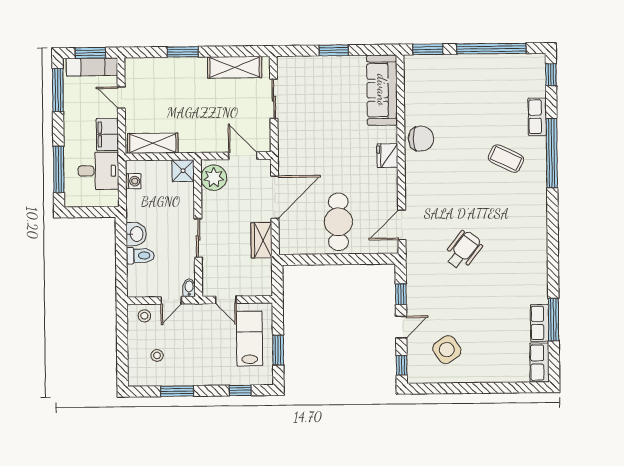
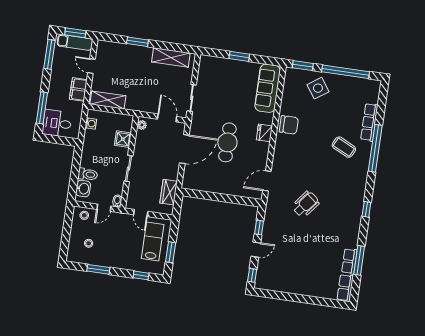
window: (551, 75) -> (366, 209), moved
sliding door: (274, 99) -> (192, 98), moved
row of seats: (537, 117) -> (369, 122), width x1.48
desk: (98, 171) -> (57, 123), moved, turned 180
shower: (183, 171) -> (123, 139), moved
plant: (214, 178) -> (142, 125), width x0.53, depth x0.53
cafe table: (338, 222) -> (227, 142), moved
washbasin: (136, 234) -> (83, 189), moved
wardrobe: (261, 240) -> (169, 192), moved
side table: (447, 350) -> (318, 88), moved

